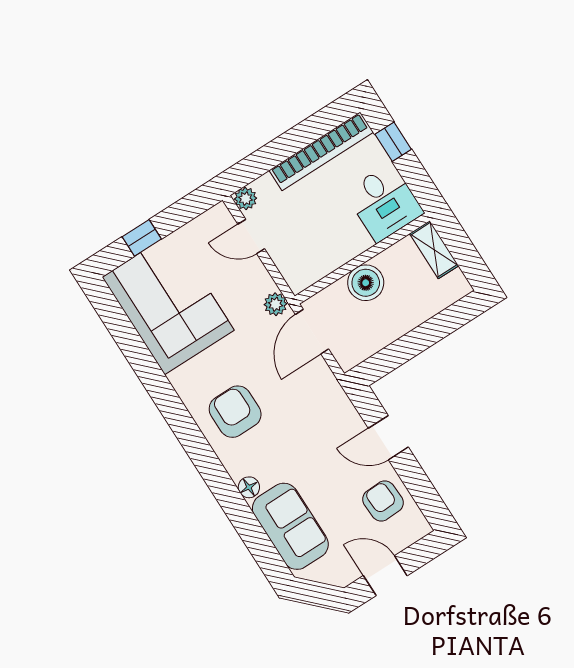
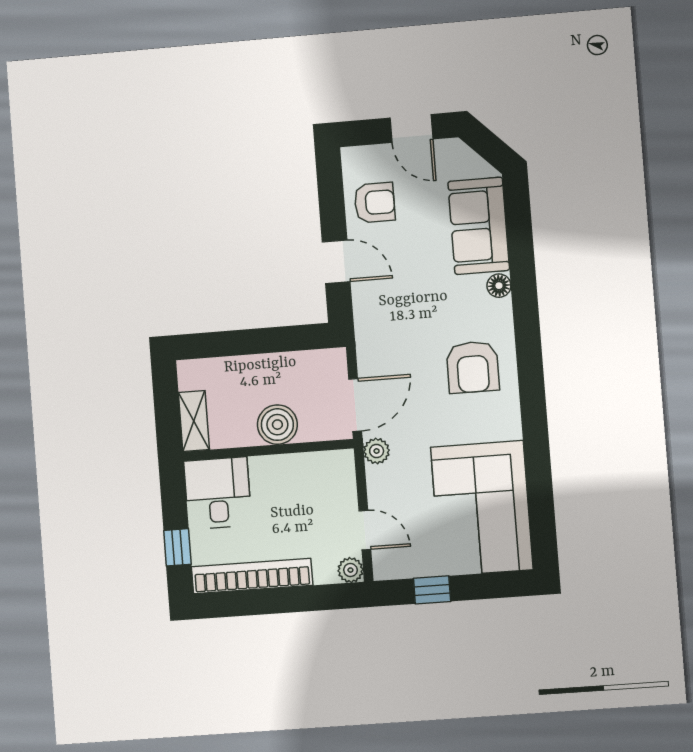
window: (142, 238) -> (432, 590), moved
armchair: (383, 501) -> (375, 203), turned -87

